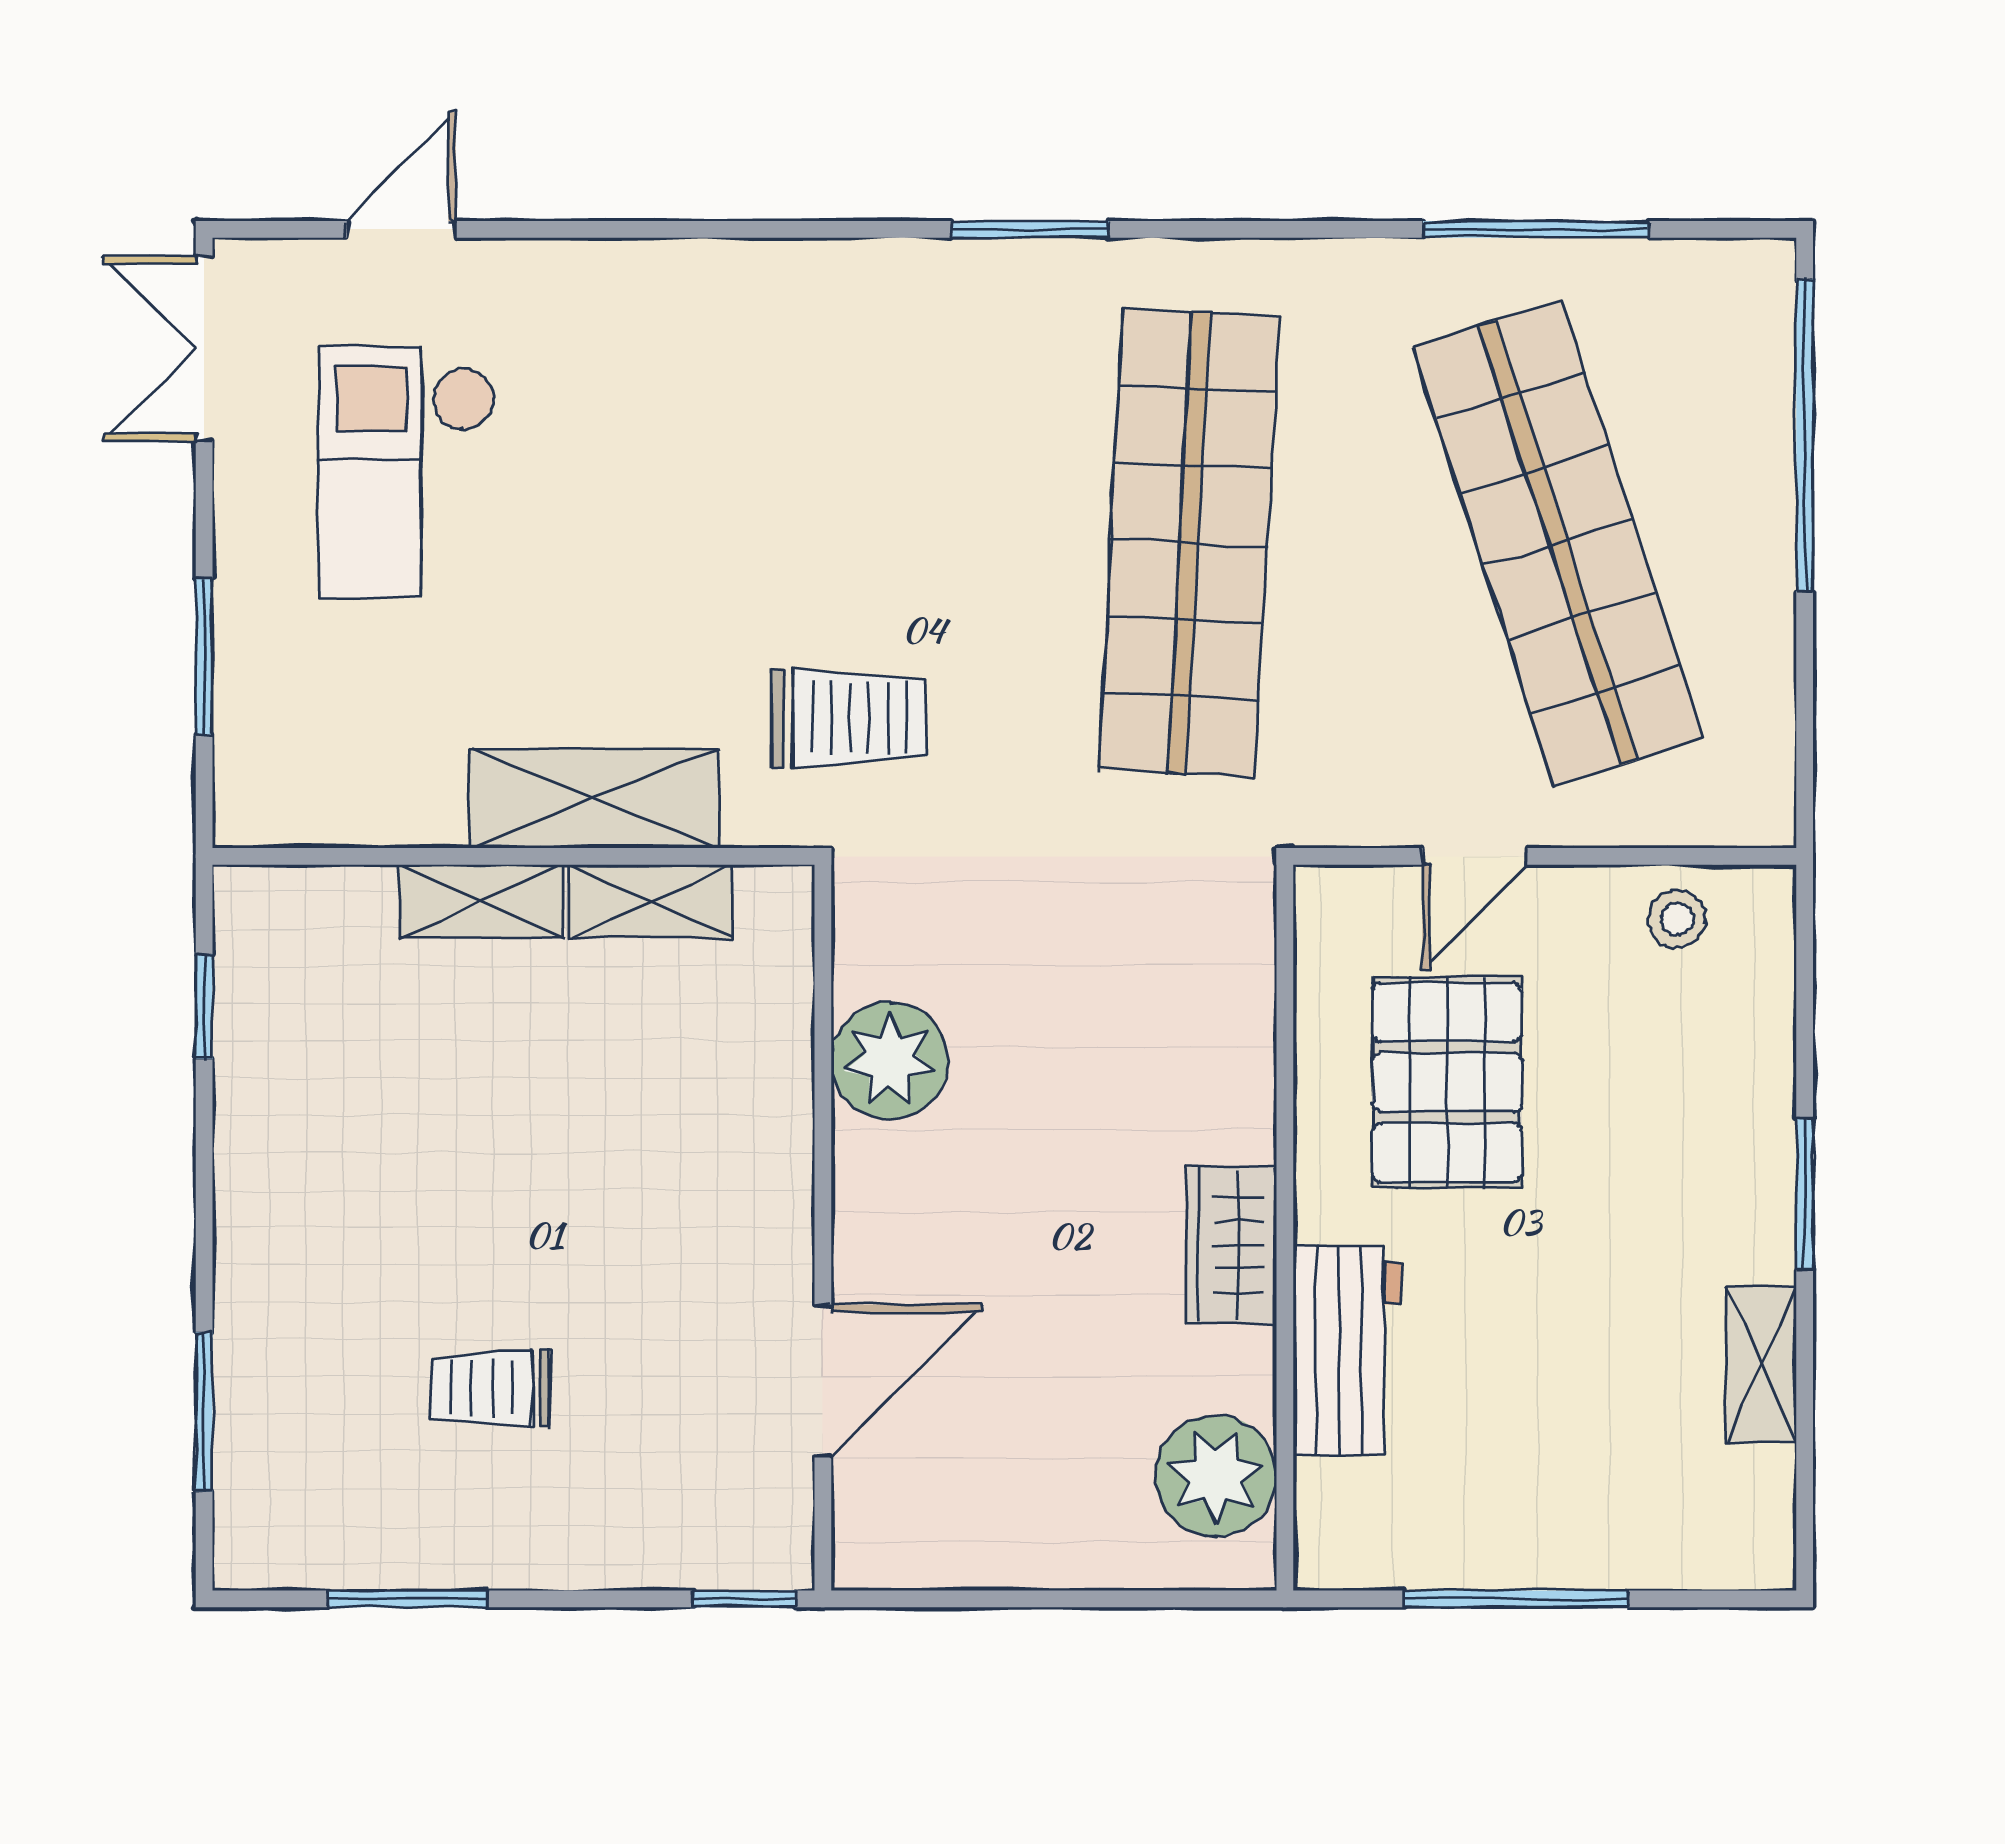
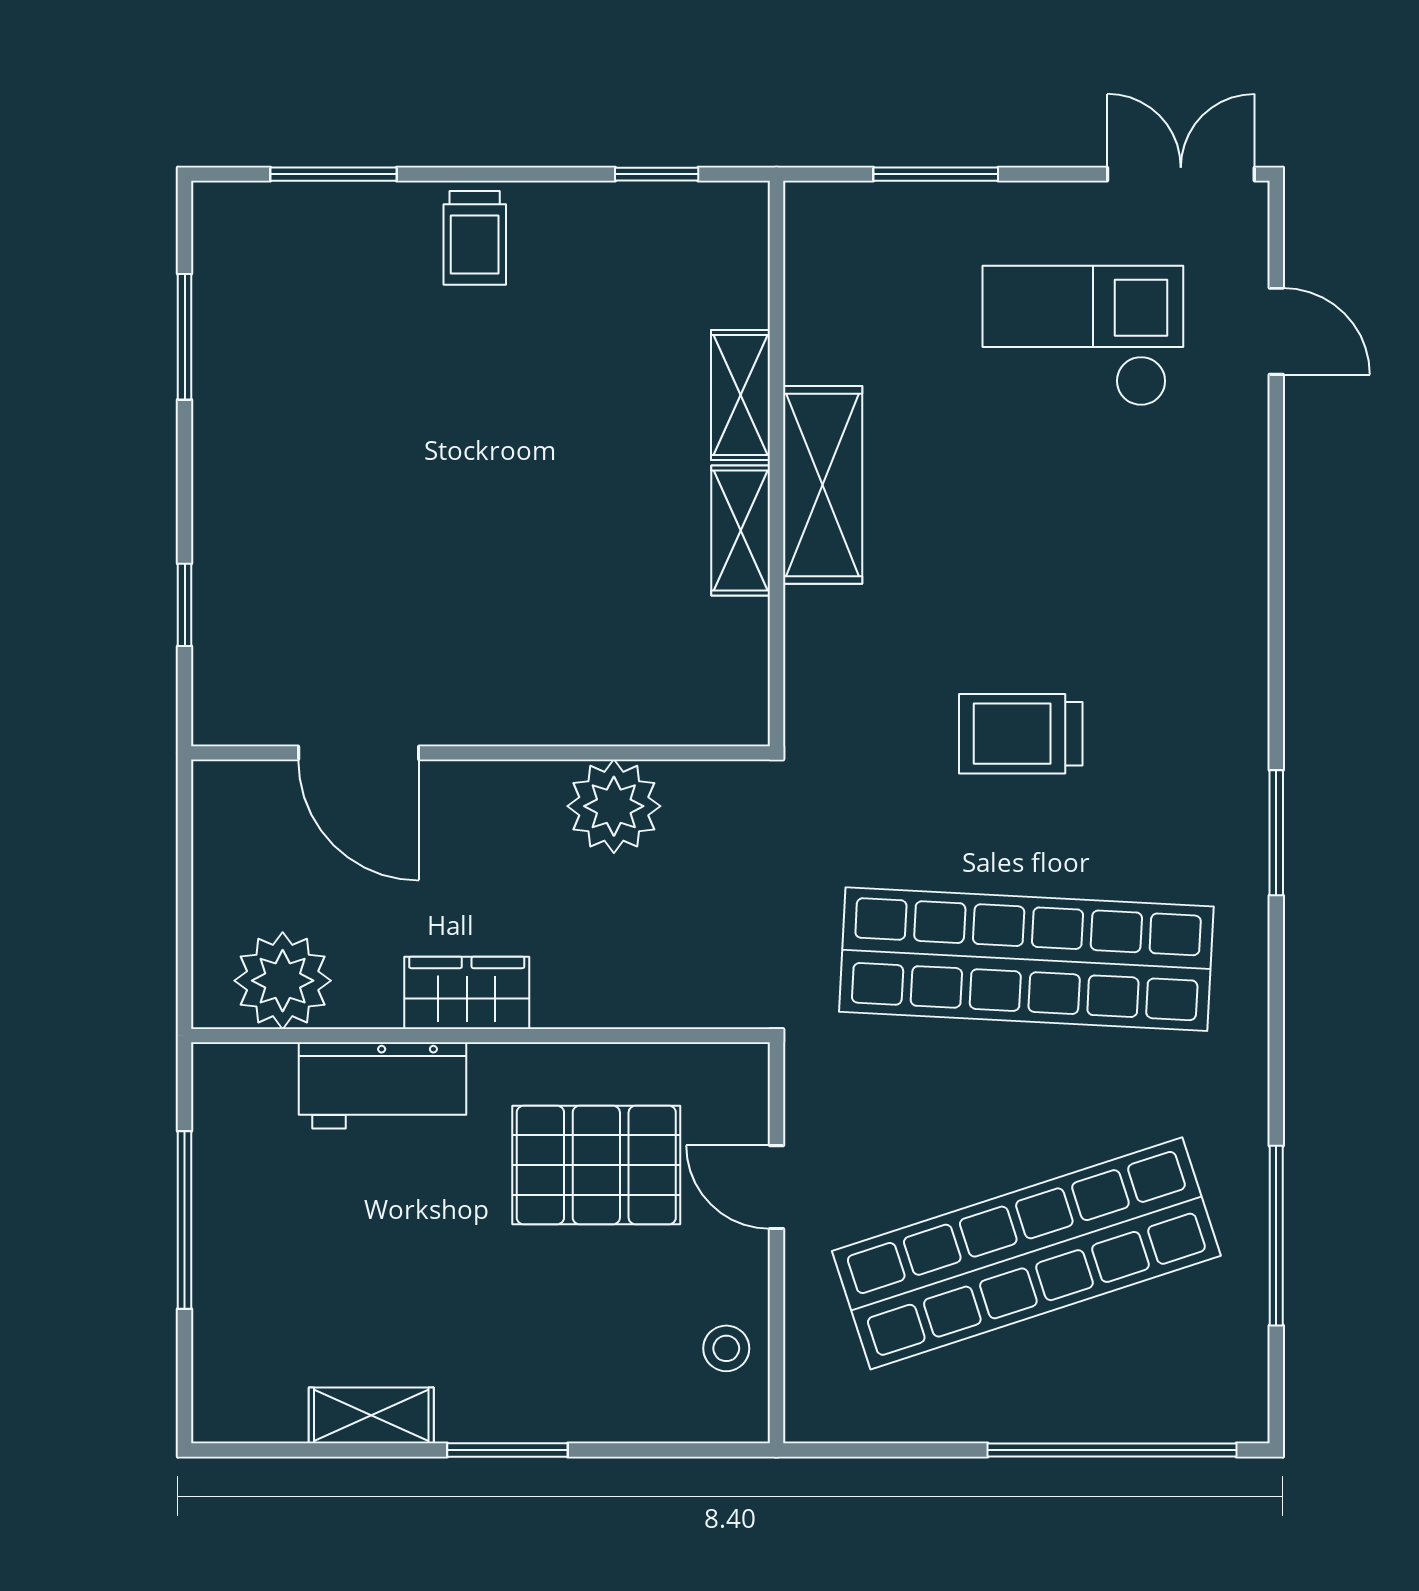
trolley: (849, 718) -> (1021, 734), moved, turned 90
plant: (890, 1060) -> (614, 806), moved
wall: (823, 1228) -> (480, 753), moved
door: (823, 1381) -> (359, 753), moved
trolley: (490, 1388) -> (475, 238), moved, turned 180

